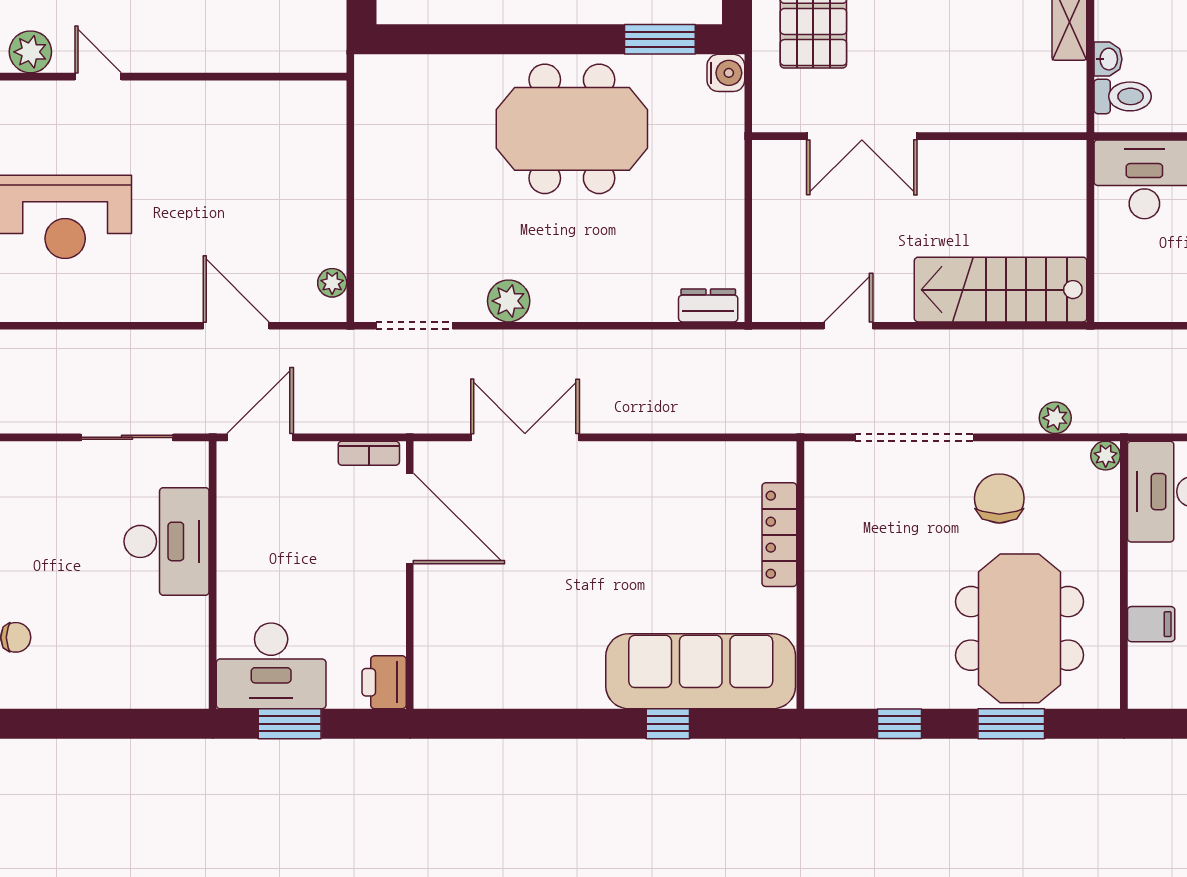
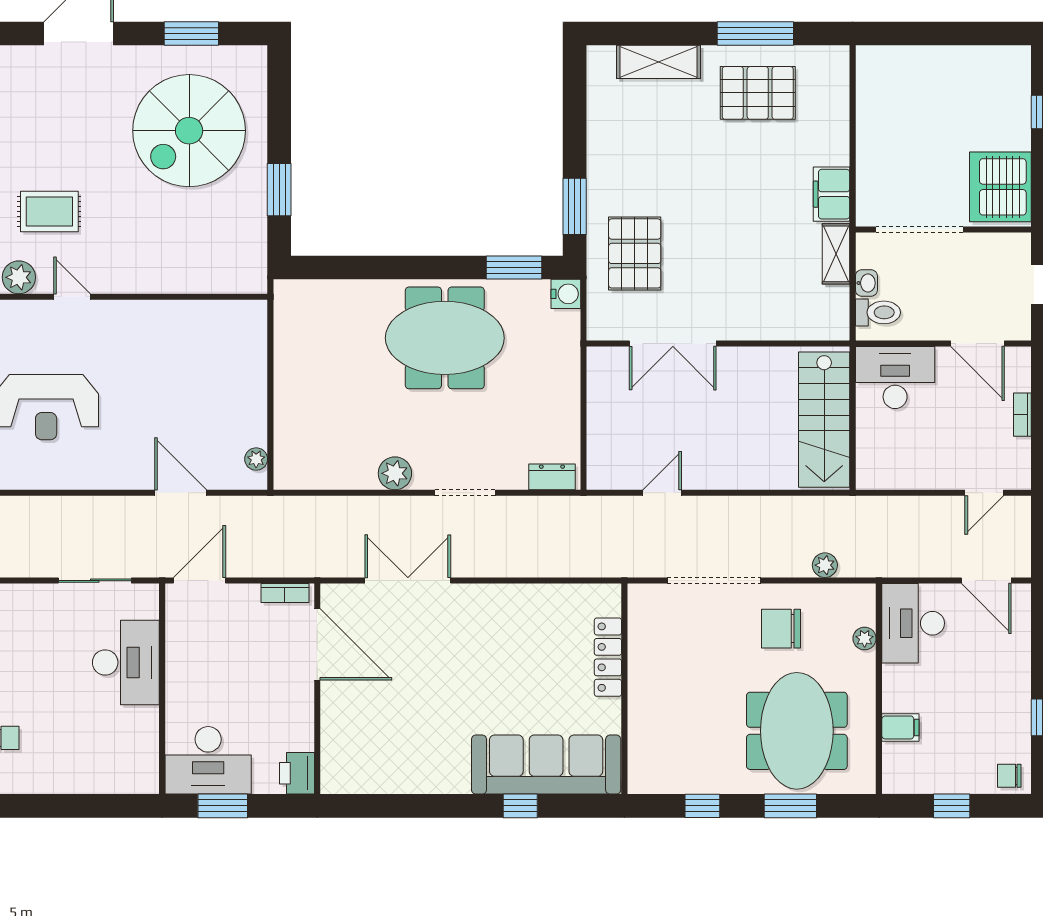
stairs: (1001, 290) -> (824, 420), moved, turned -90
doorway: (414, 326) -> (465, 493), moved
plant: (1106, 456) -> (865, 639), moved
chair: (999, 498) -> (781, 629), turned -90

